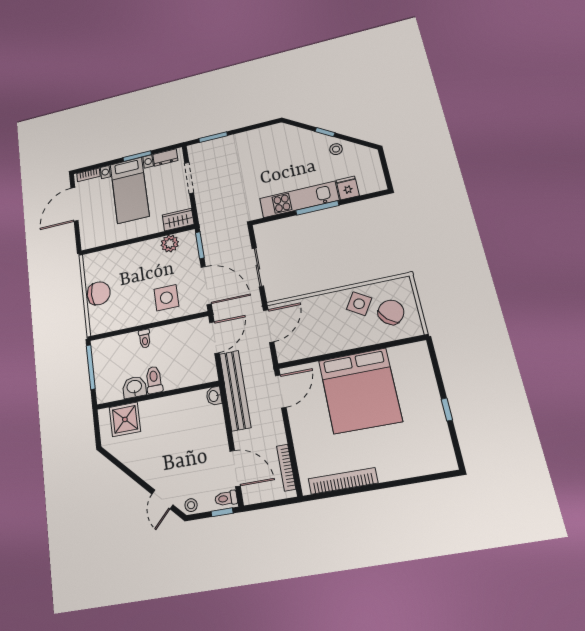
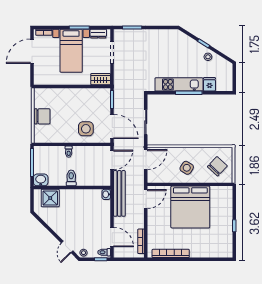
plant: (170, 244) -> (93, 94), removed
side table: (359, 304) -> (187, 168), moved
washbasin: (134, 387) -> (41, 180), moved

